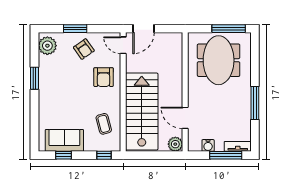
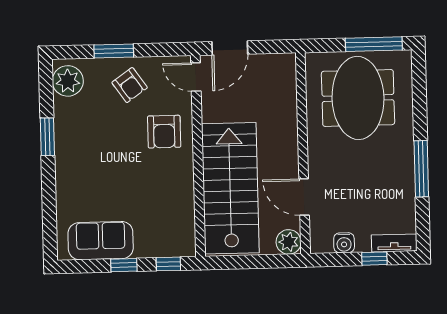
coffee table: (104, 124) -> (166, 211), removed
window: (63, 155) -> (124, 265), moved
window: (226, 155) -> (374, 259), width x0.46

